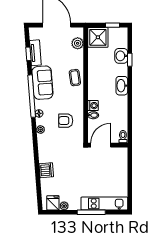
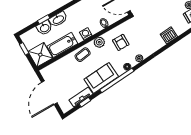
plant: (78, 43) -> (99, 42), moved
bathtub: (95, 64) -> (62, 45), added
washbasin: (122, 86) -> (58, 19), moved
washing machine: (93, 106) -> (86, 34), moved

